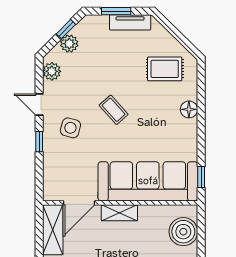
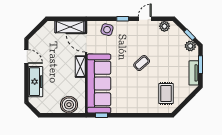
plant: (69, 44) -> (190, 46), moved
floor lamp: (189, 109) -> (142, 108), removed
side table: (70, 128) -> (107, 30), moved

